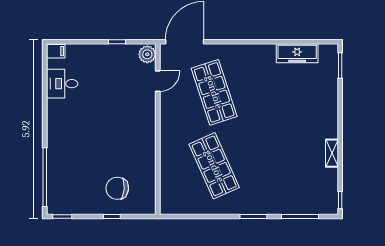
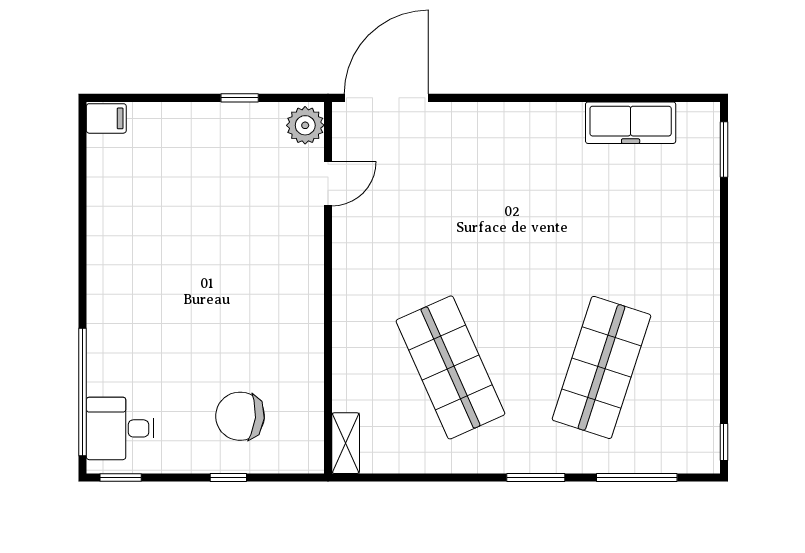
desk: (62, 84) -> (120, 428), moved
shop shelf: (214, 92) -> (601, 367), moved, turned 36
shelving: (332, 153) -> (346, 443), moved

